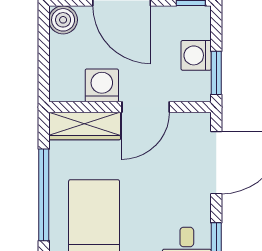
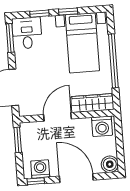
washing machine: (196, 55) -> (40, 169), moved, turned -90
washing machine: (102, 85) -> (102, 126), moved

